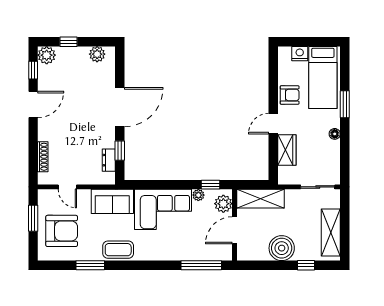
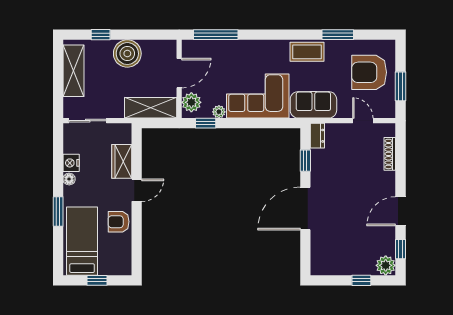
window: (309, 42) -> (97, 280), added
plant: (97, 54) -> (330, 267), removed
nightstand: (300, 54) -> (71, 163), moved, turned 90
dresser: (109, 160) -> (317, 136), moved

